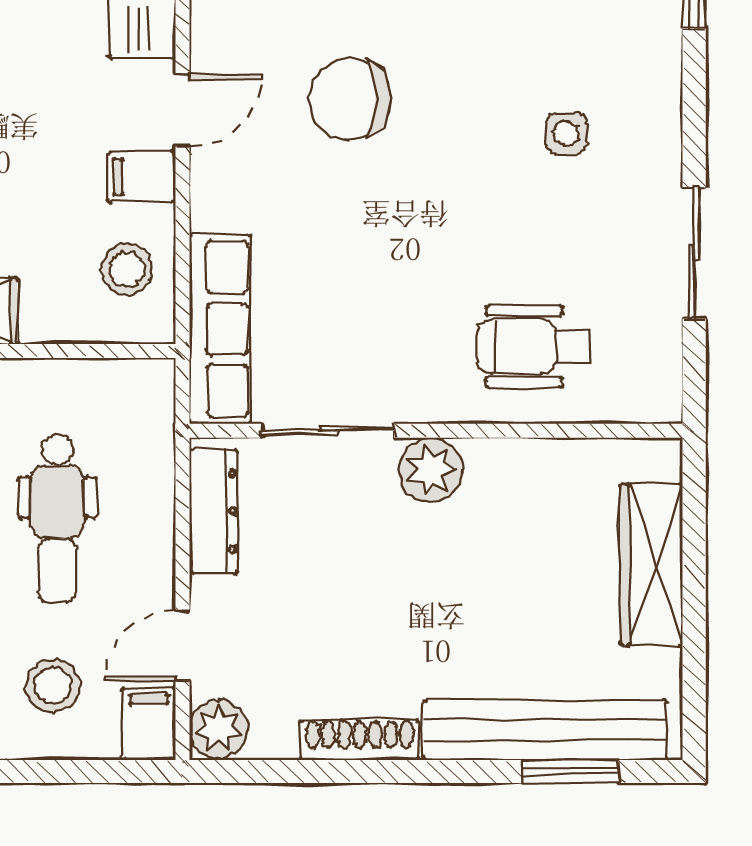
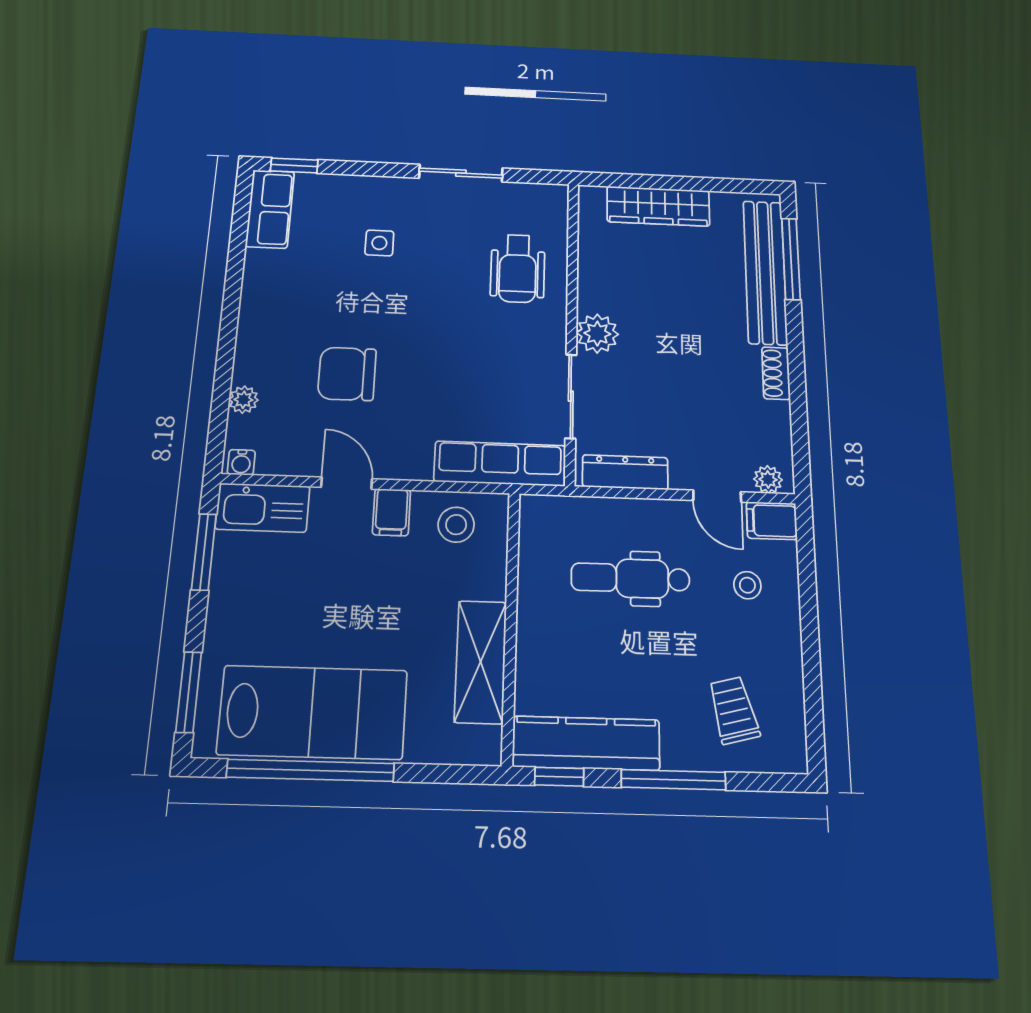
chair: (350, 99) -> (347, 374), turned 90
dental chair: (58, 519) -> (631, 578), turned 180
stool: (53, 685) -> (747, 585), width x0.73, depth x0.73
plant: (218, 729) -> (768, 479), width x0.73, depth x0.73
shoe rack: (360, 740) -> (776, 373), width x0.70
window: (570, 772) -> (791, 259), width x1.44

